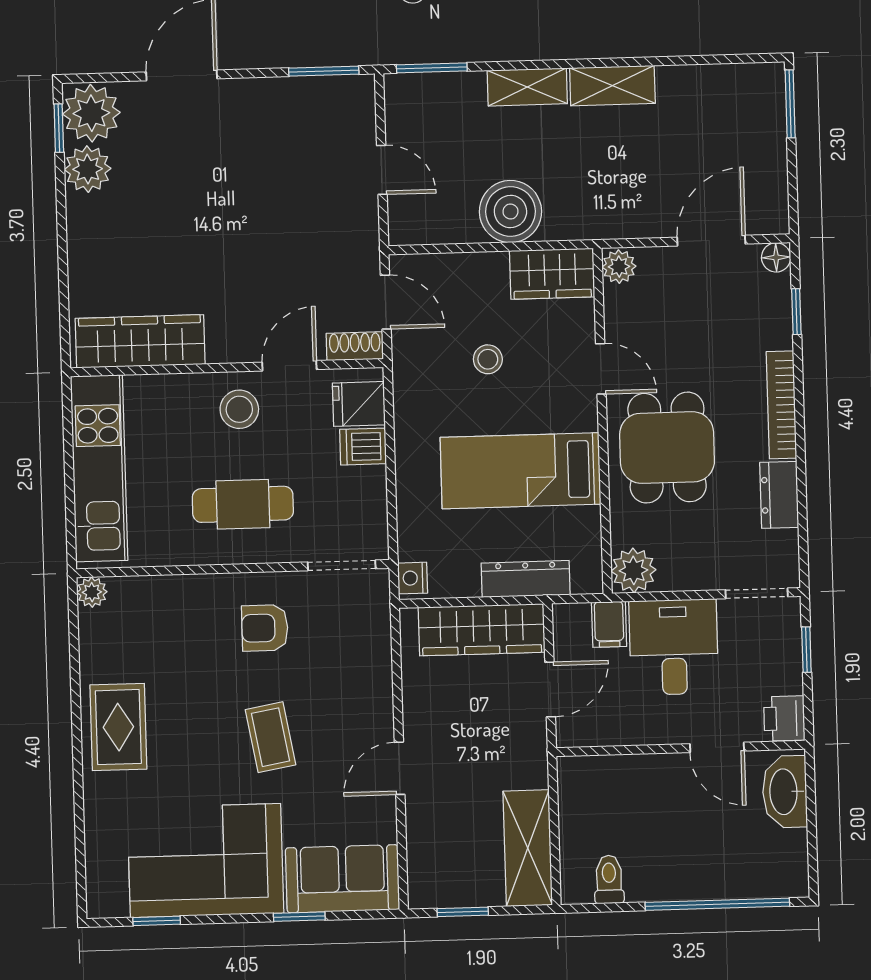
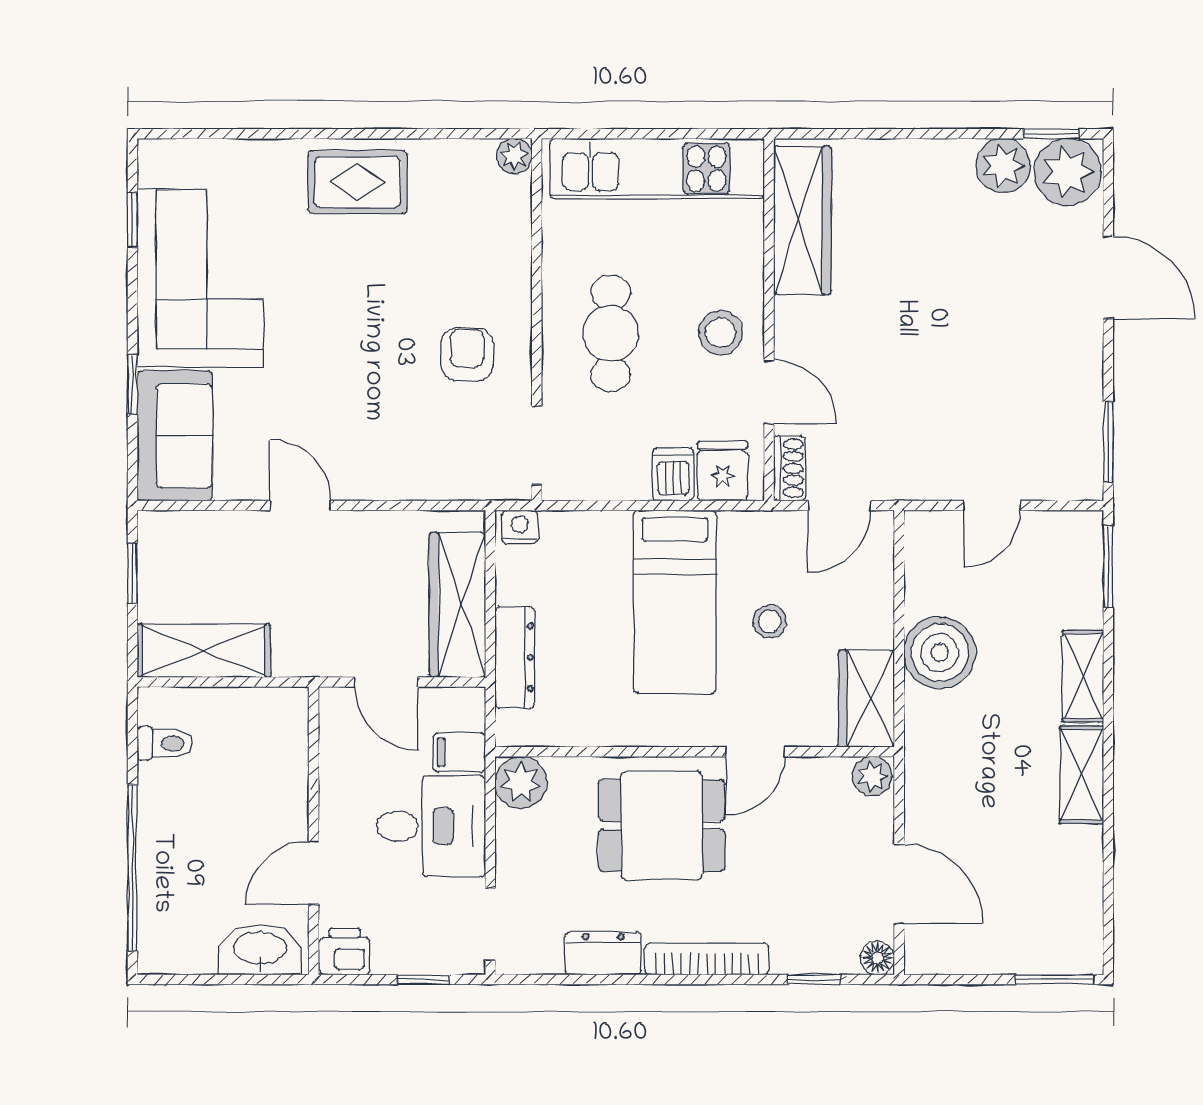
bed: (520, 471) -> (675, 602), moved, turned 180
coffee table: (271, 737) -> (341, 357), removed

